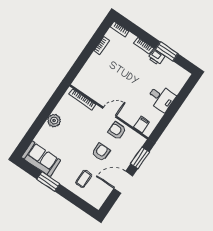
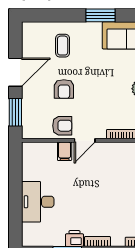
desk: (161, 98) -> (38, 202), width x1.37
filing cabinet: (142, 125) -> (65, 151), moved

